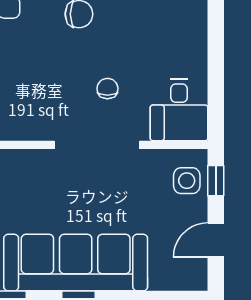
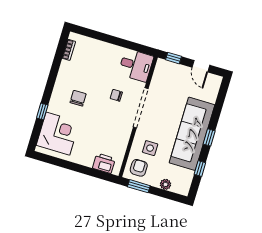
side table: (187, 181) -> (150, 148), moved

